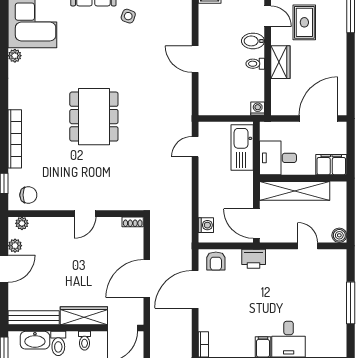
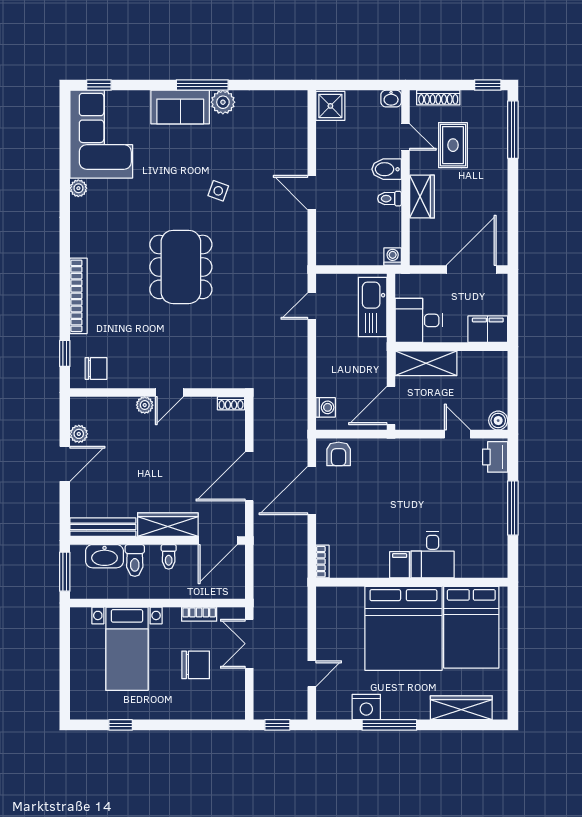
side table: (128, 16) -> (218, 191), moved
shelving: (295, 191) -> (426, 363), width x0.68
plant: (22, 223) -> (145, 405), moved
door: (256, 224) -> (391, 406), hinge flipped
printer: (254, 259) -> (495, 457), moved, turned 90

